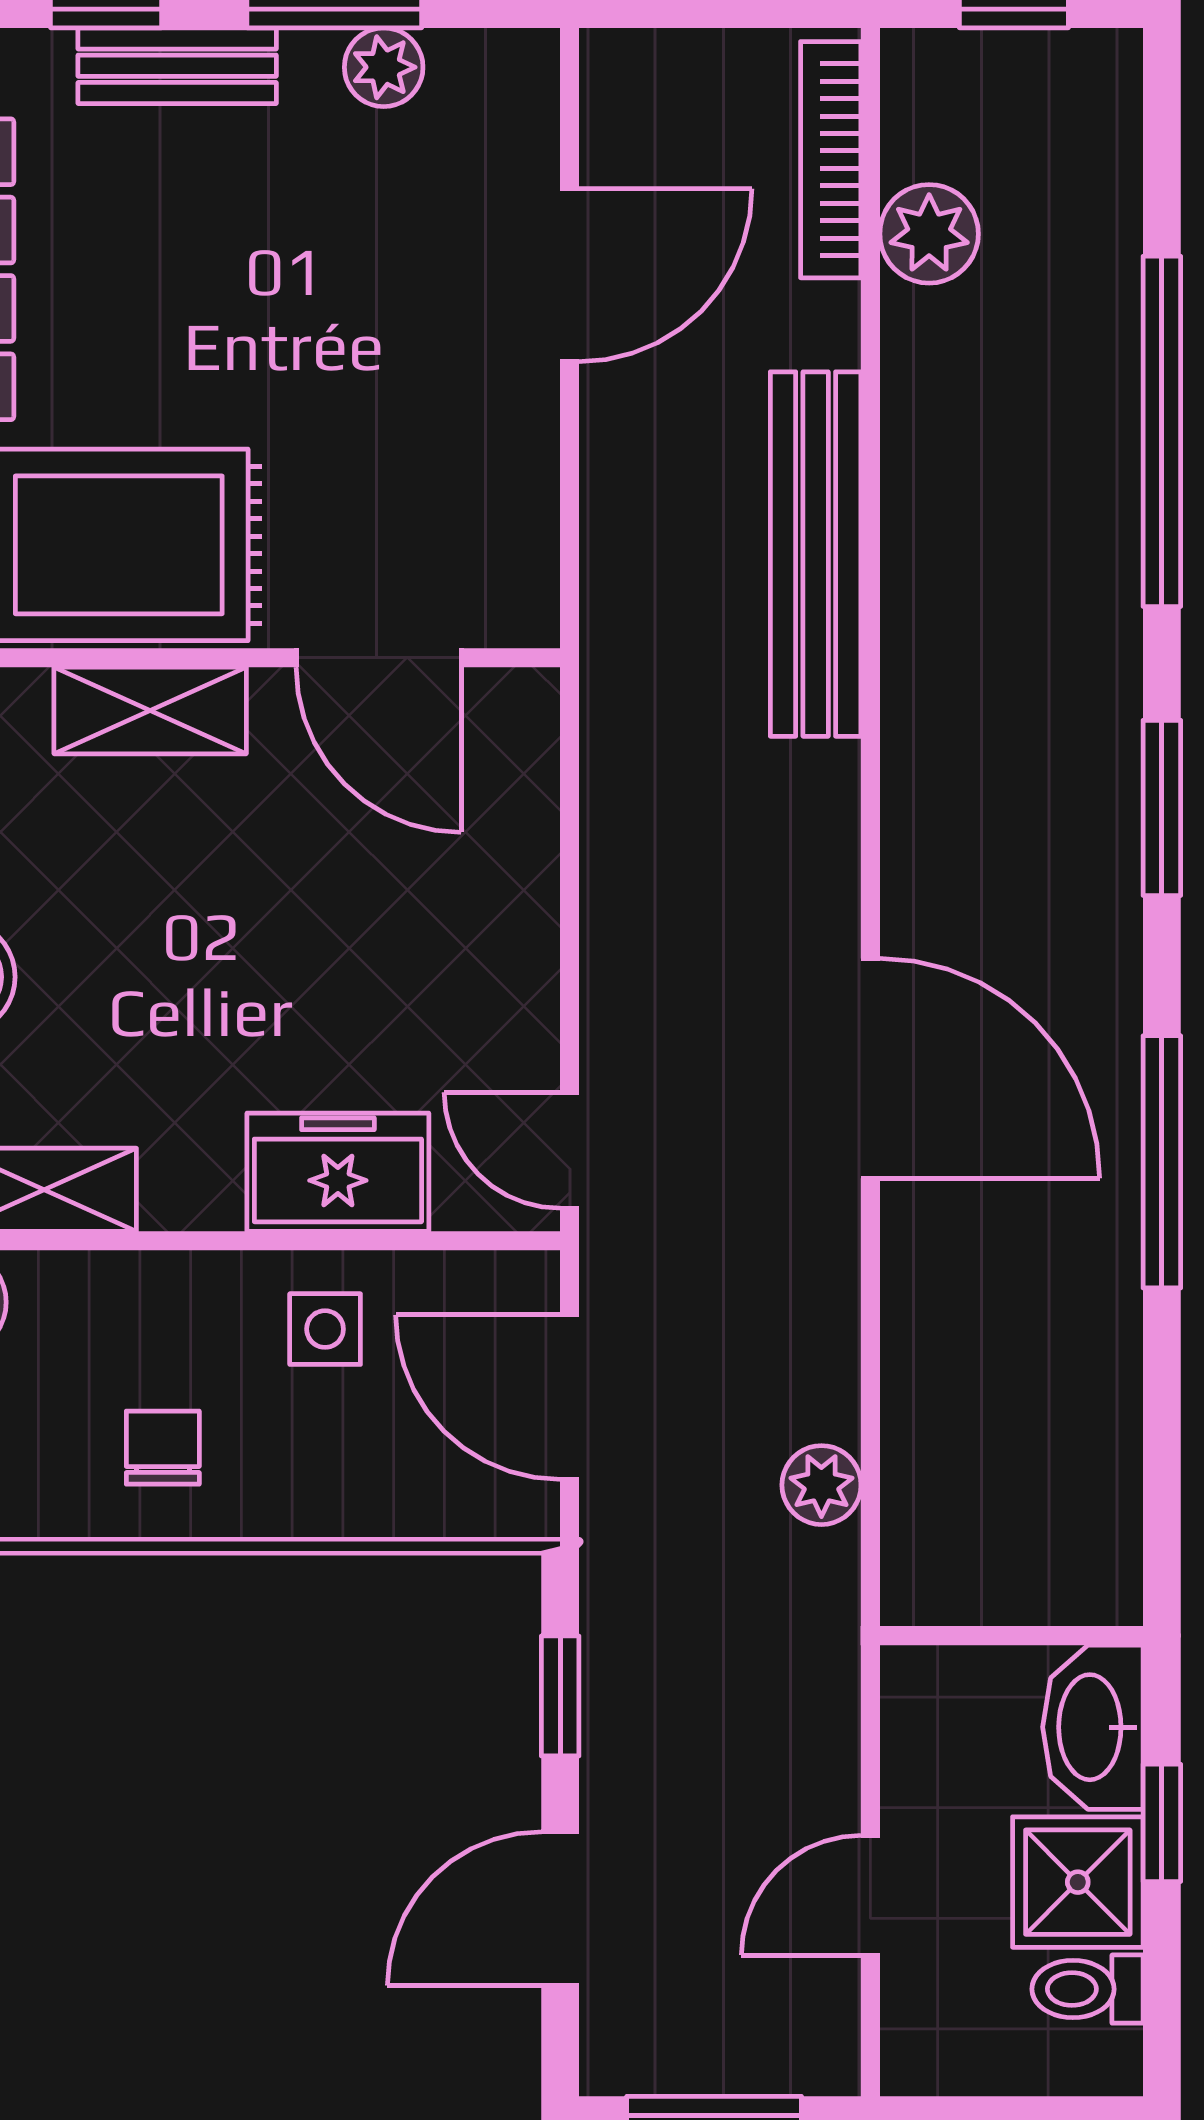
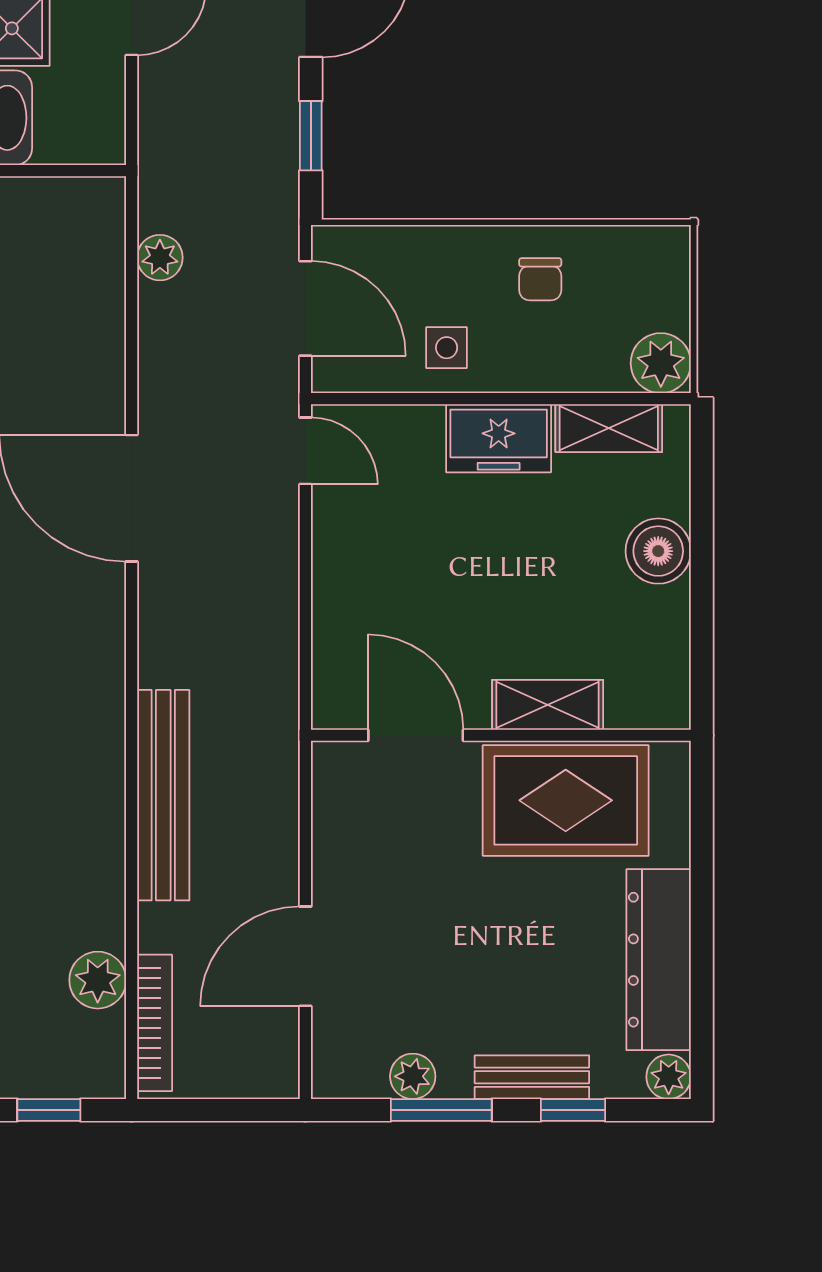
freezer: (338, 1172) -> (499, 438), moved

